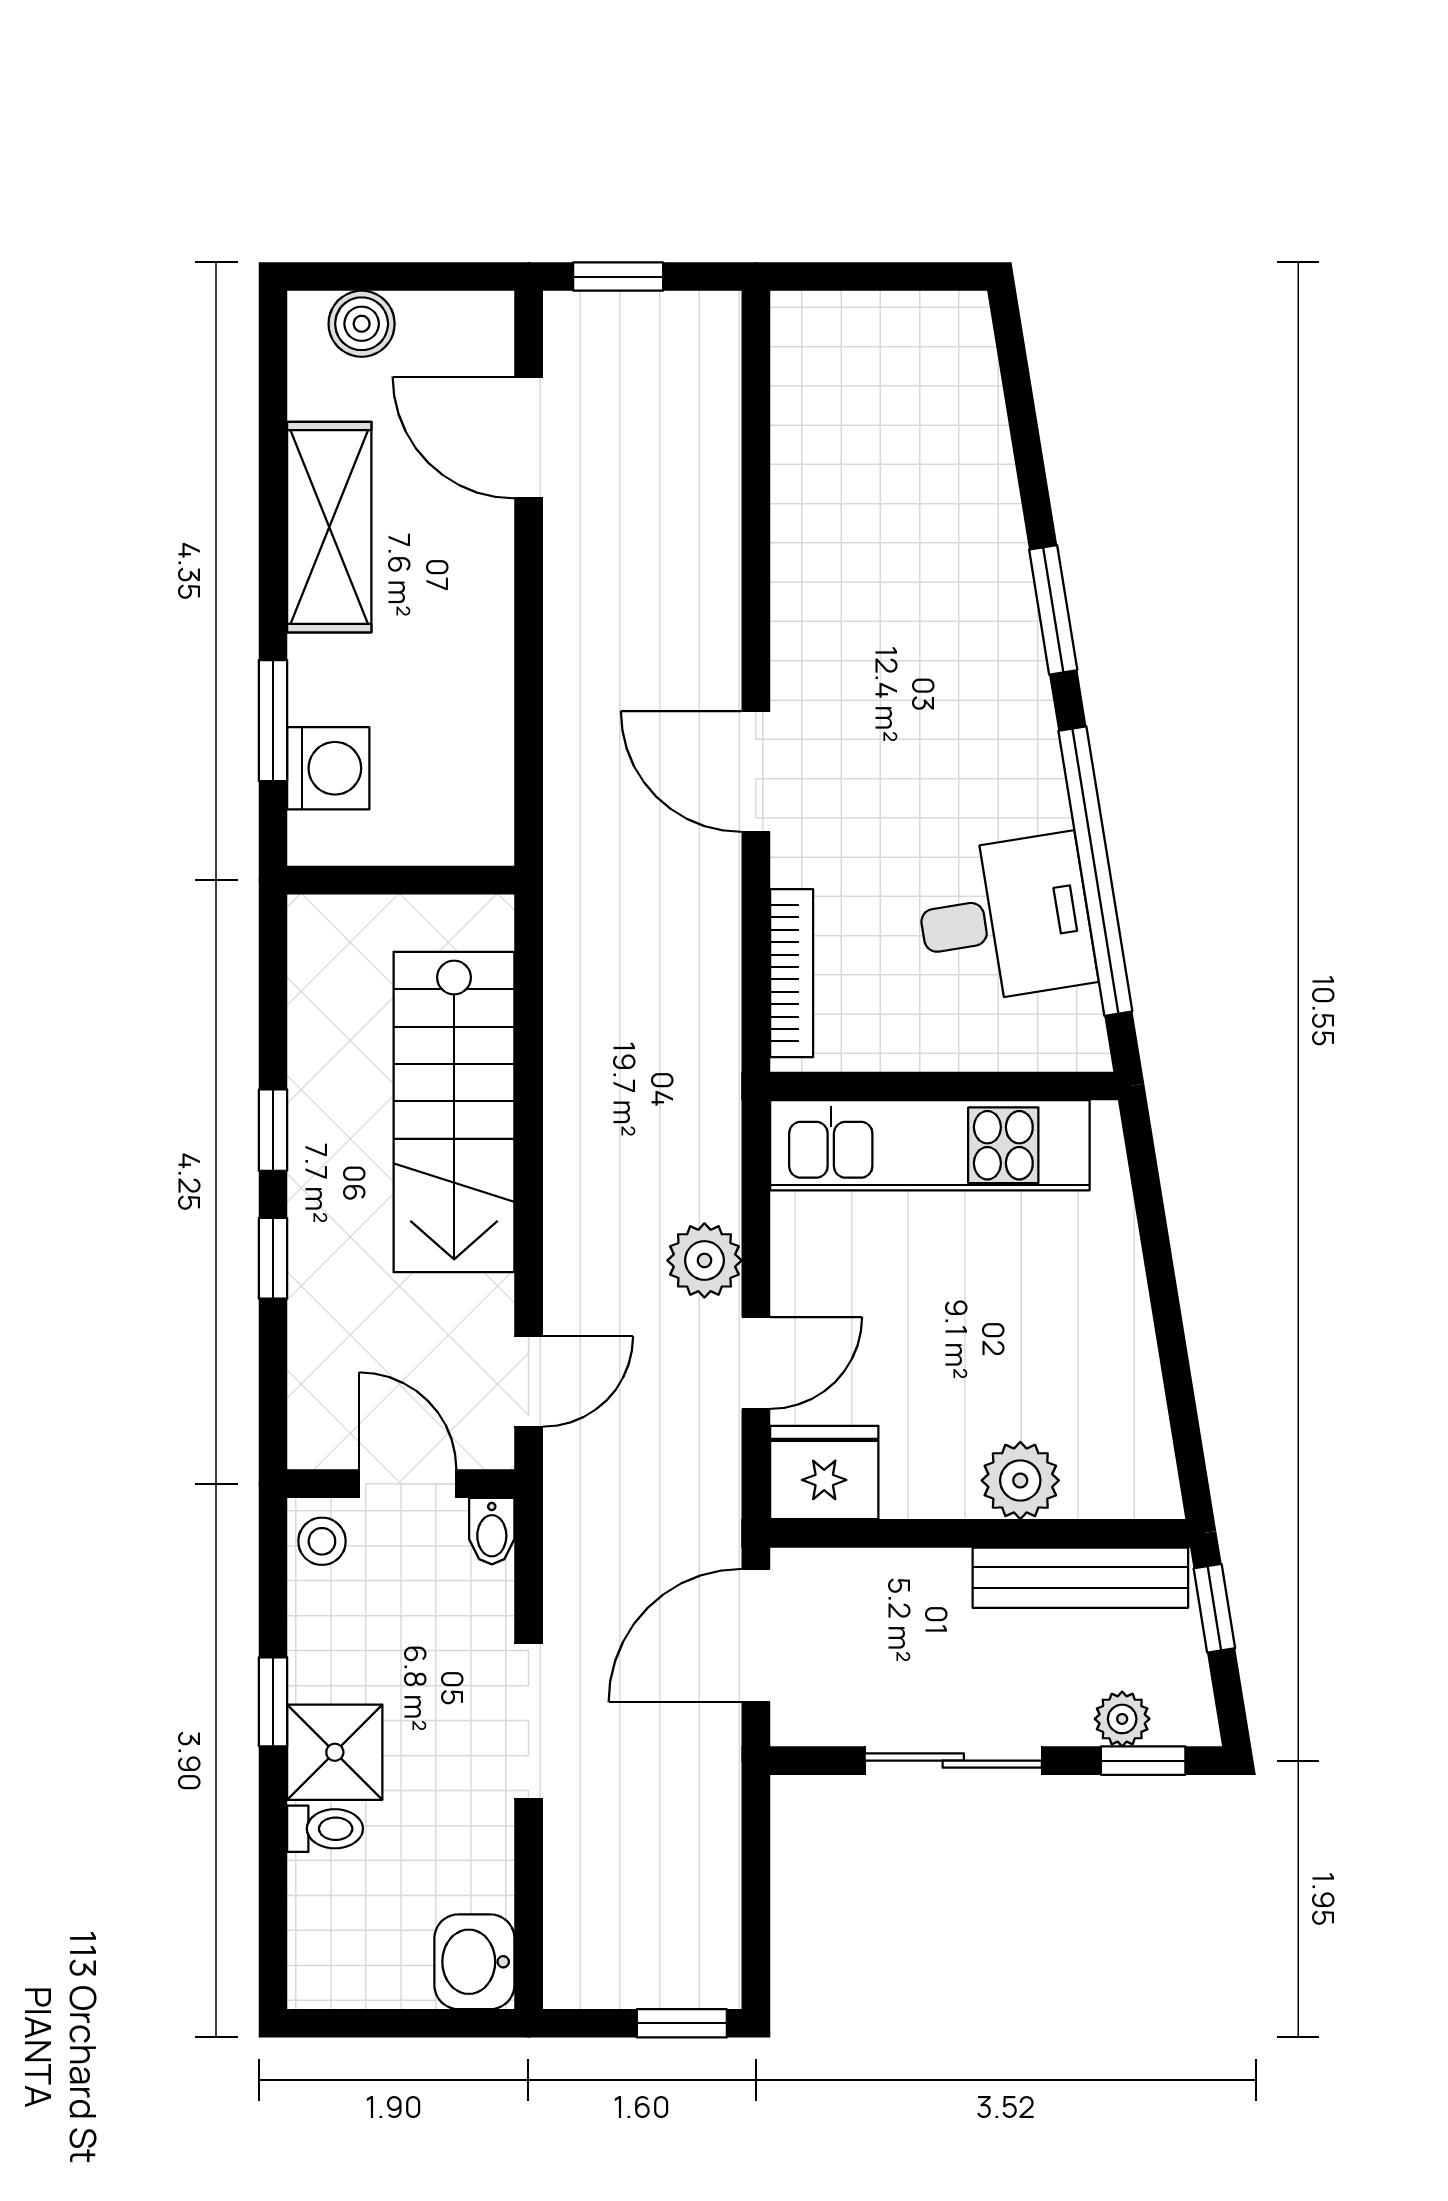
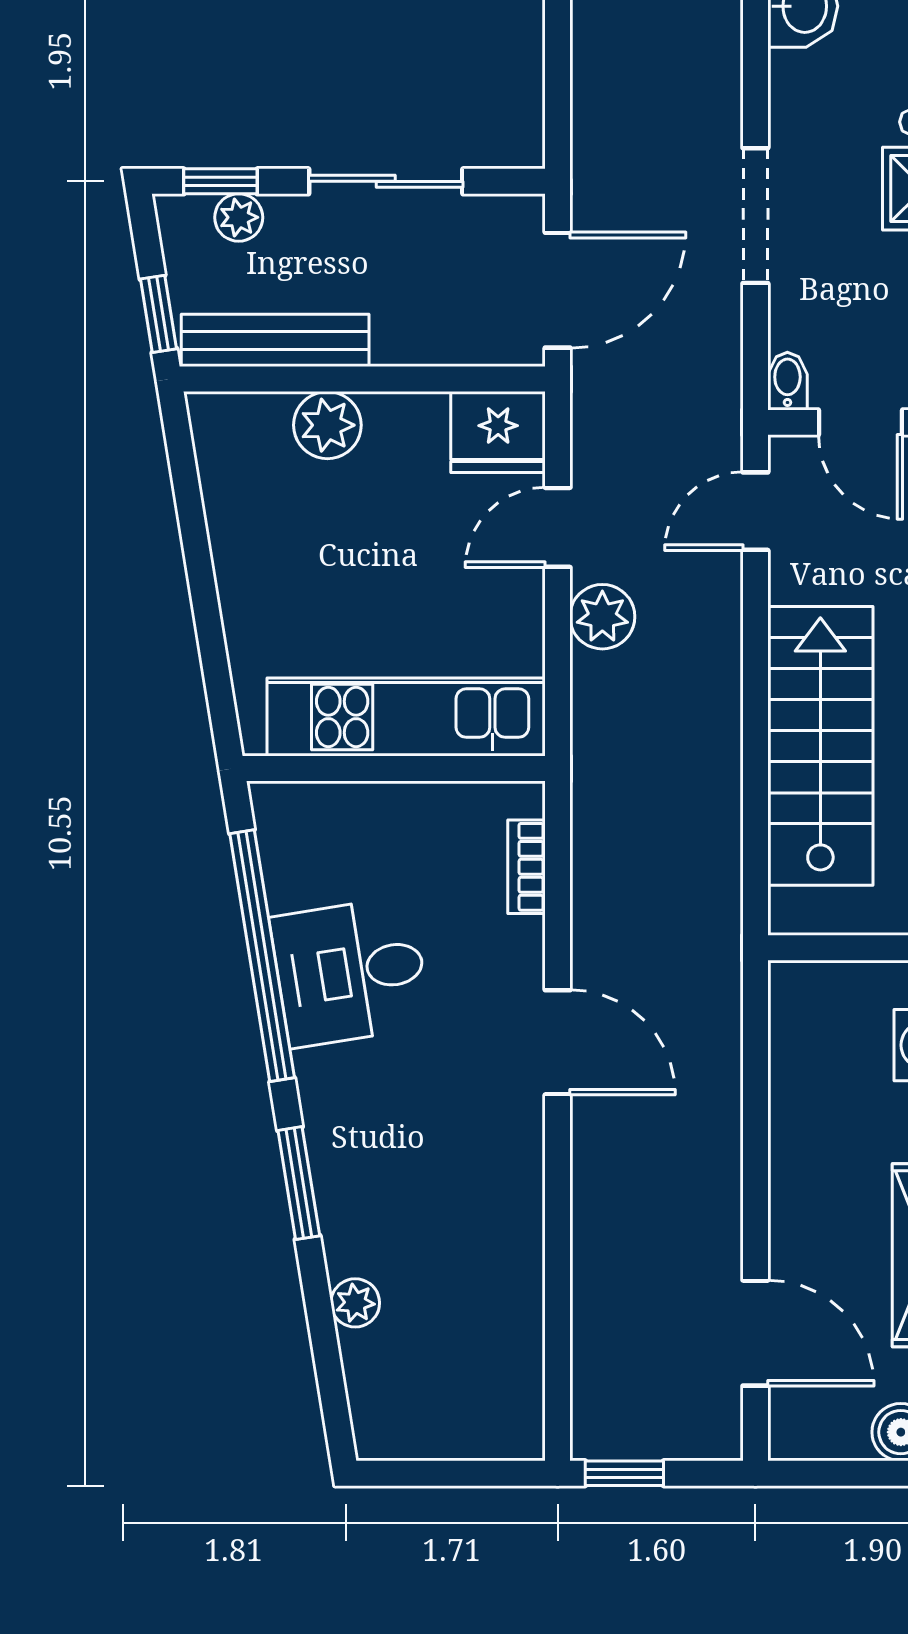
window: (618, 277) -> (624, 1473), moved
plant: (988, 472) -> (355, 1303), added
desk: (1005, 919) -> (350, 972), moved
bookcase: (792, 973) -> (527, 867), width x0.64

